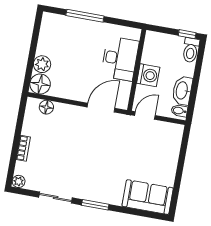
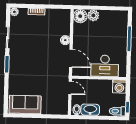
washing machine: (148, 75) -> (119, 86), moved
floor lamp: (46, 107) -> (65, 40), moved
sofa: (148, 197) -> (25, 105), moved, turned -90

